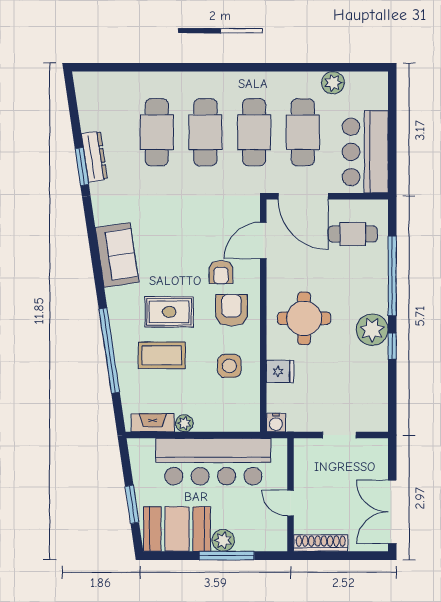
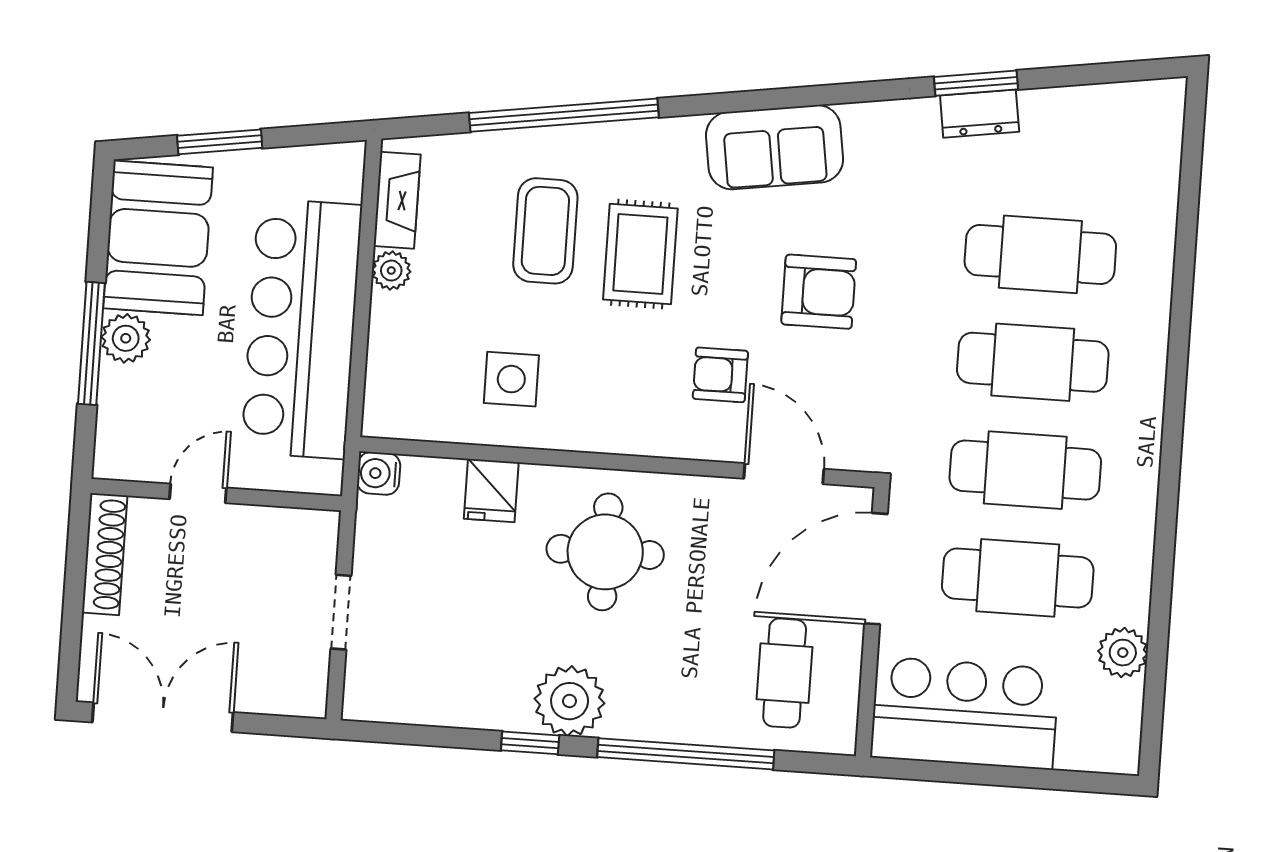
dresser: (94, 157) -> (980, 114), width x0.70
armchair: (231, 310) -> (819, 292), moved

